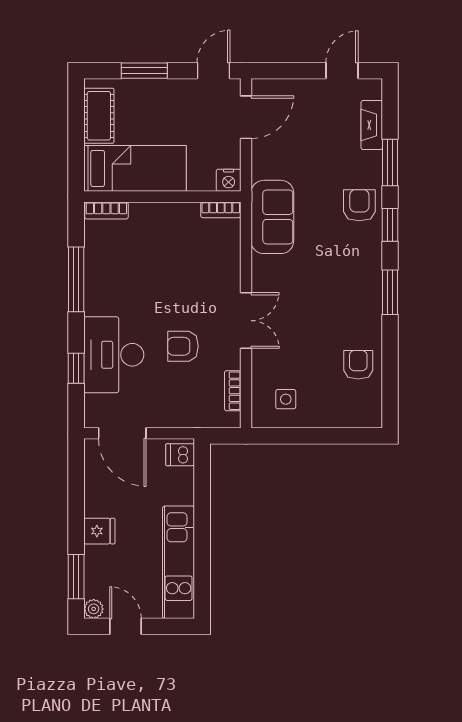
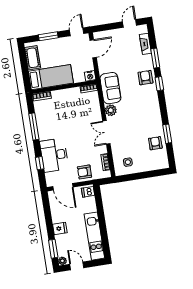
plant: (265, 270) -> (111, 110), added
window: (390, 292) -> (167, 134), moved
double door: (246, 321) -> (106, 132), swing flipped
armchair: (183, 346) -> (84, 172), moved

